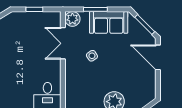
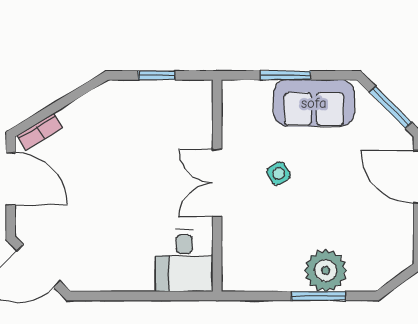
plant: (72, 19) -> (237, 95), removed
double door: (63, 43) -> (217, 183), moved

